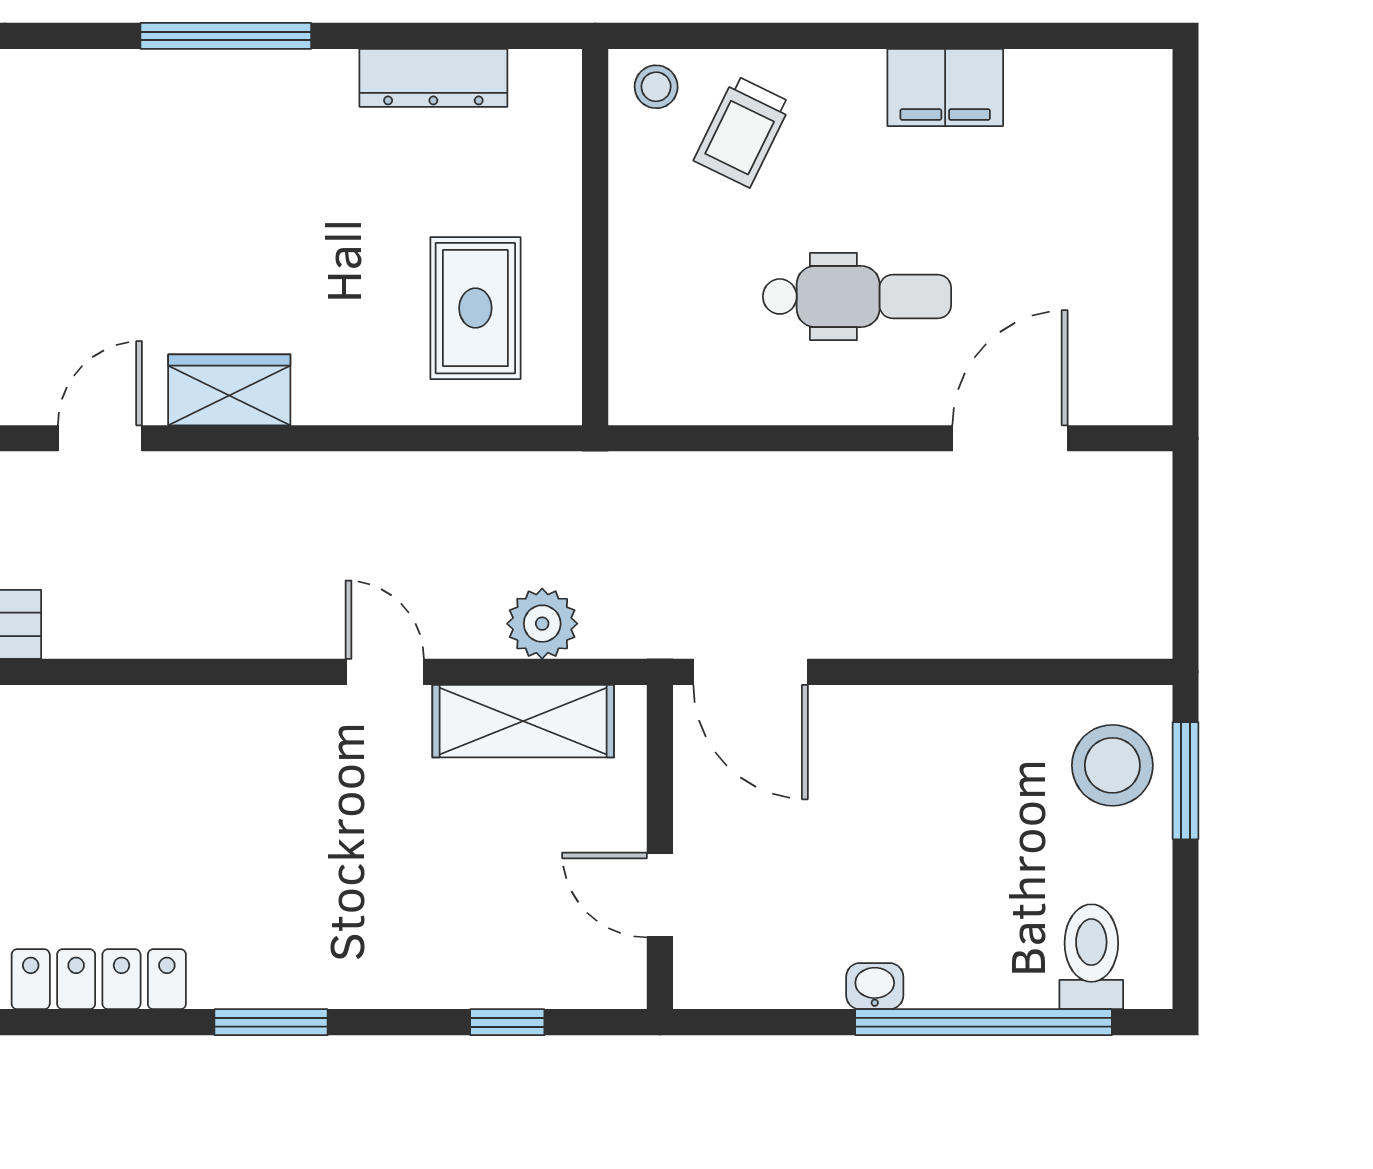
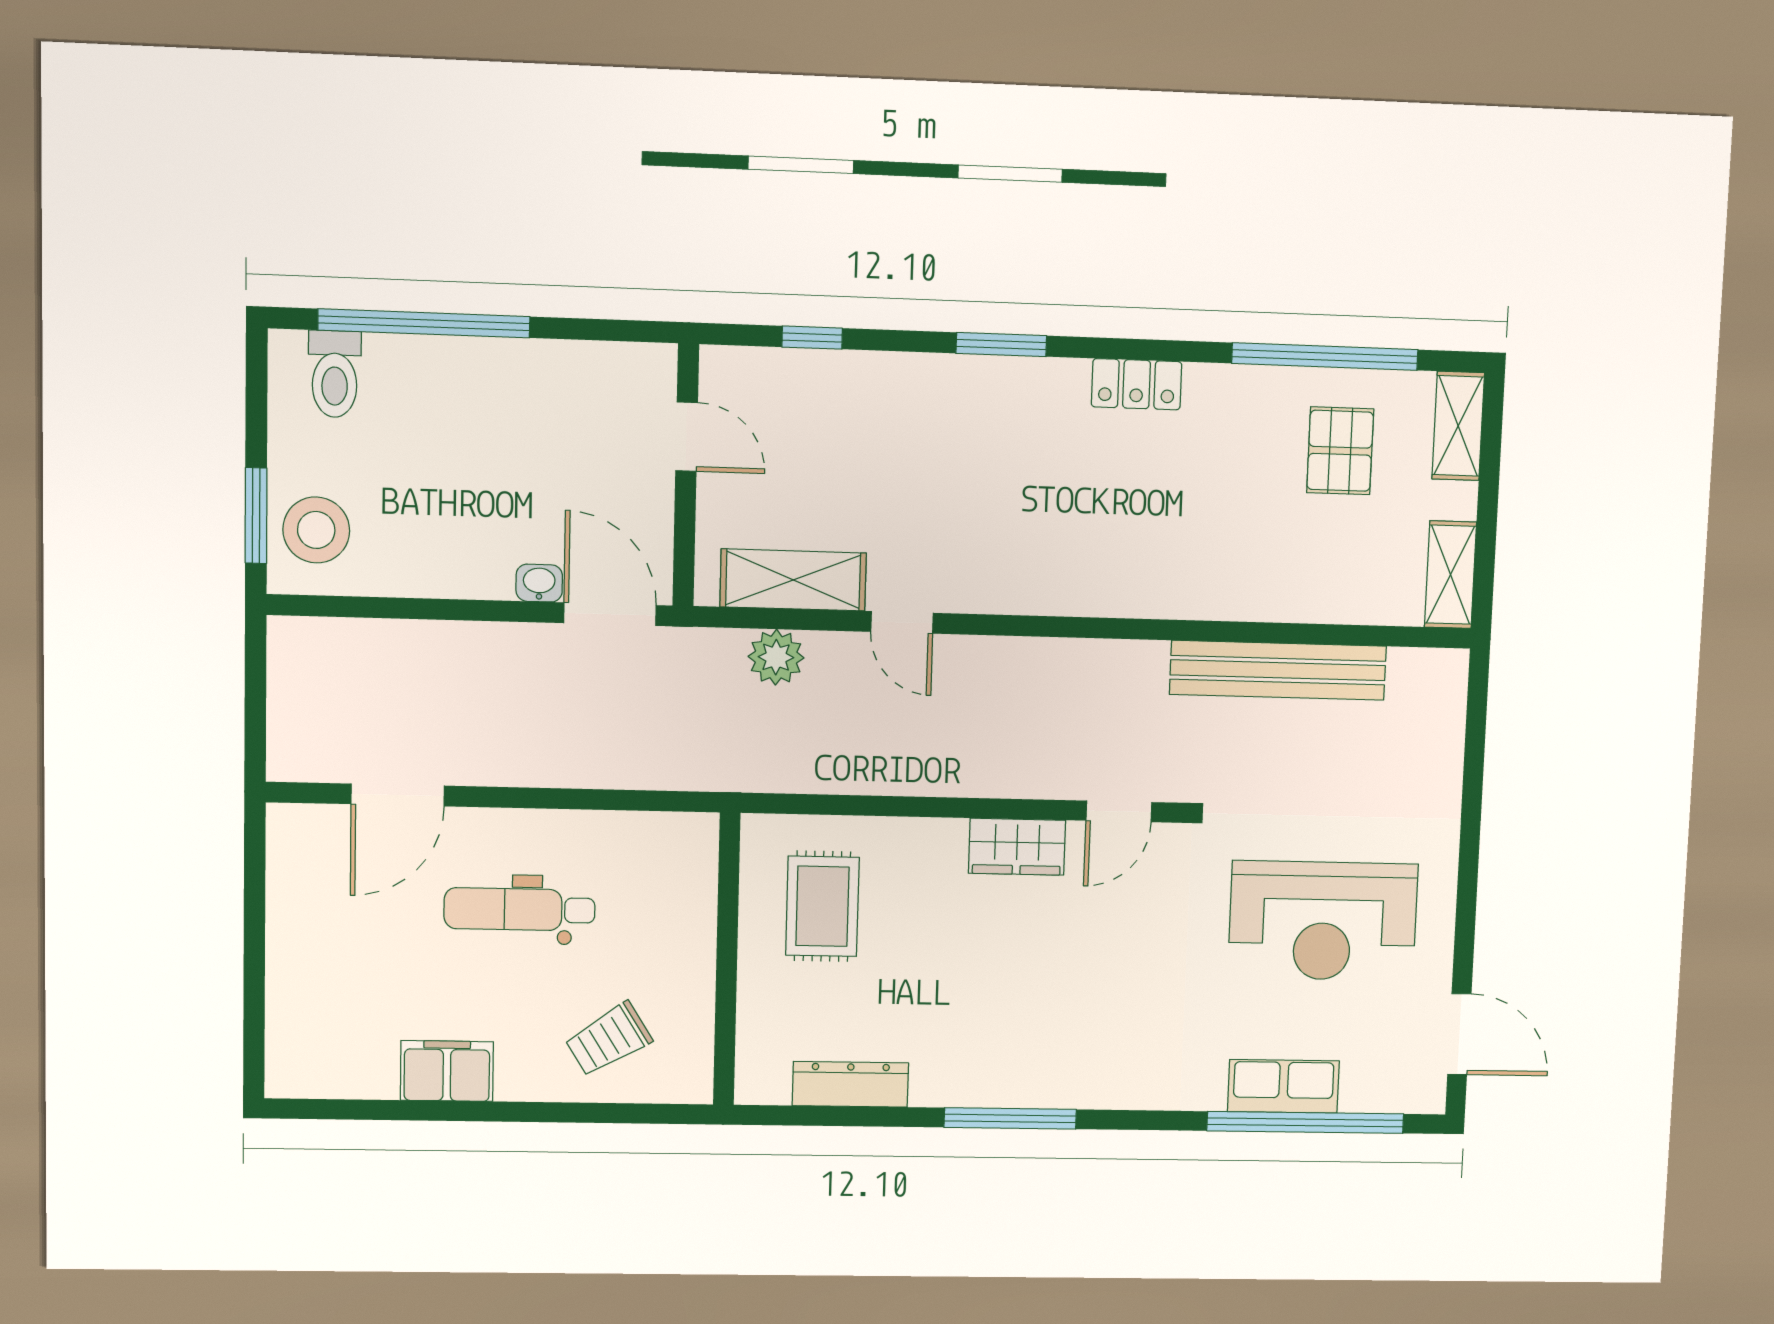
stool: (656, 87) -> (676, 1075), removed
trolley: (742, 132) -> (609, 1039), turned -148
locker: (99, 979) -> (1137, 384), width x0.66
washbasin: (875, 986) -> (539, 583), moved, turned 180

